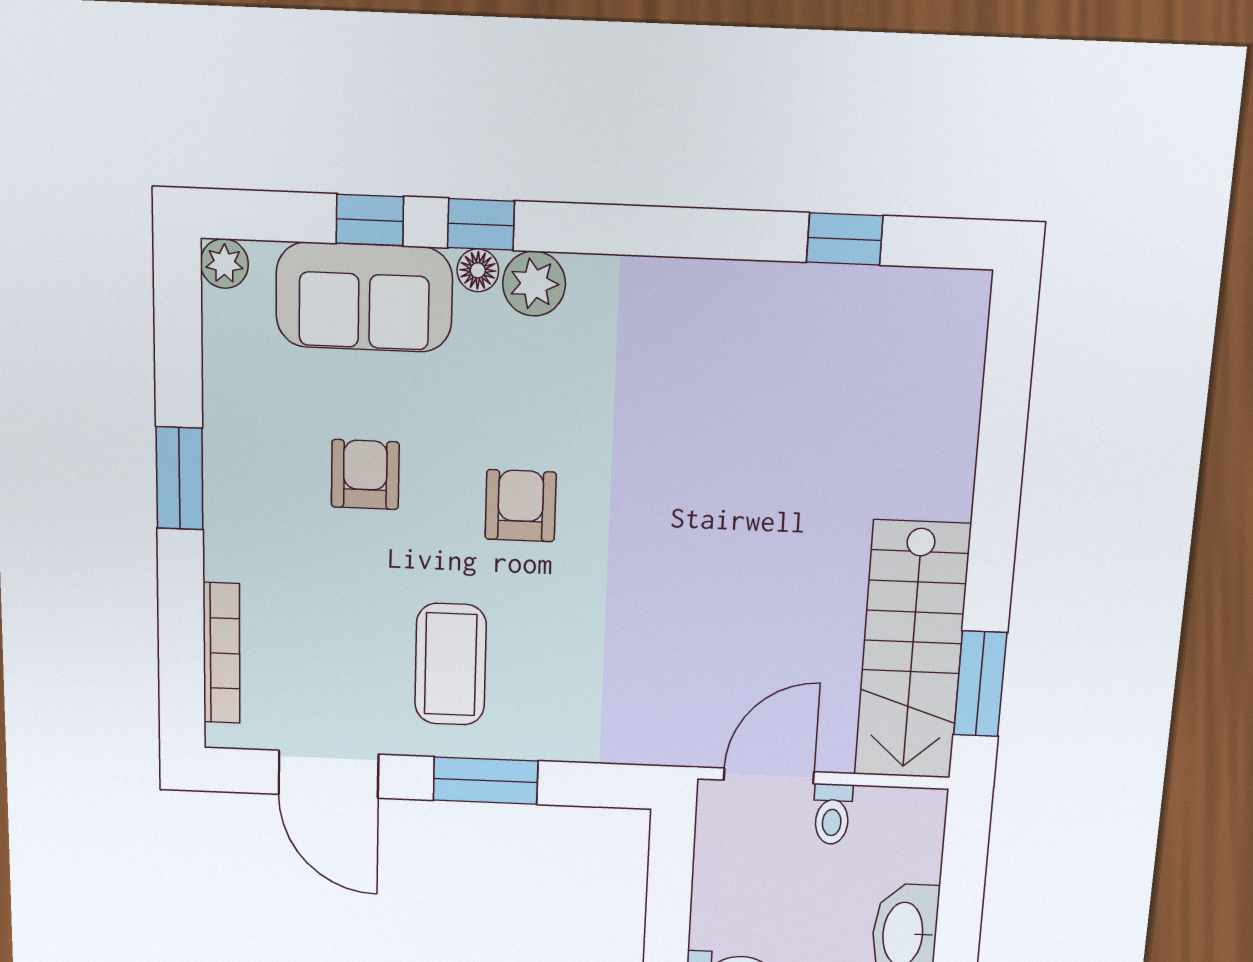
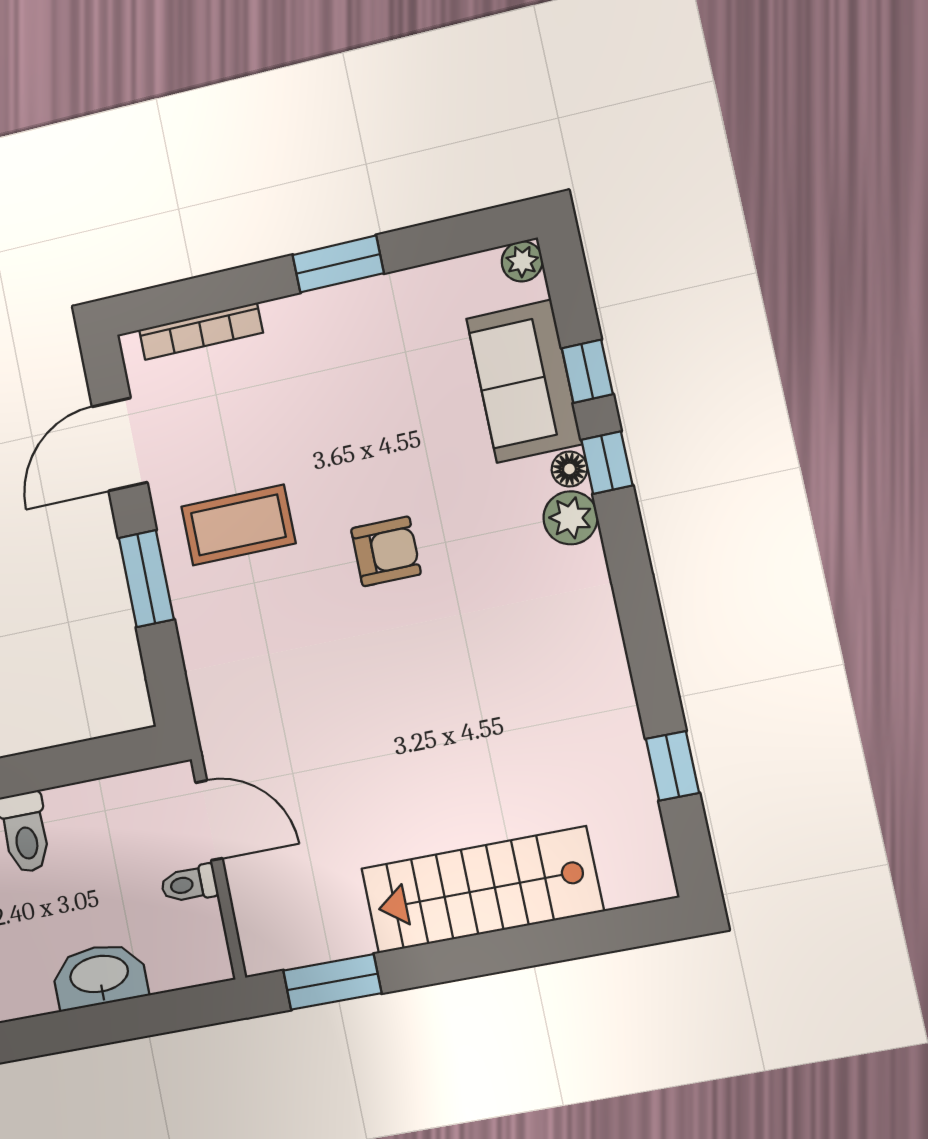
armchair: (365, 475) -> (379, 416), removed
stairs: (912, 651) -> (482, 890), moved

